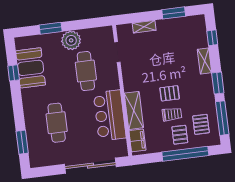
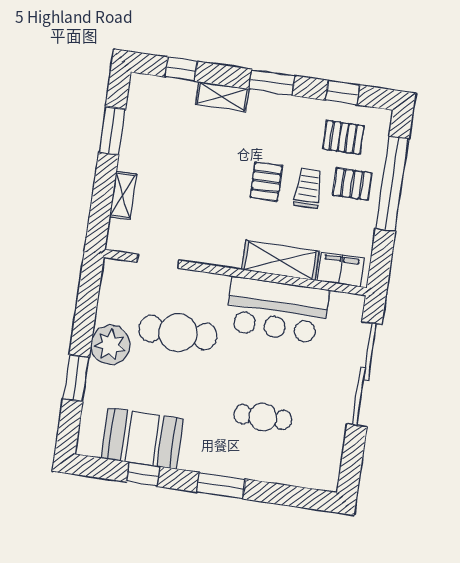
window: (222, 118) -> (342, 93), width x0.46
cafe table: (57, 123) -> (263, 417), width x0.73, depth x0.74
window: (22, 142) -> (221, 486), moved

